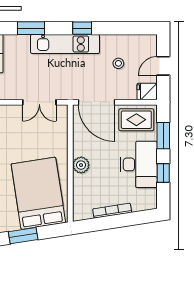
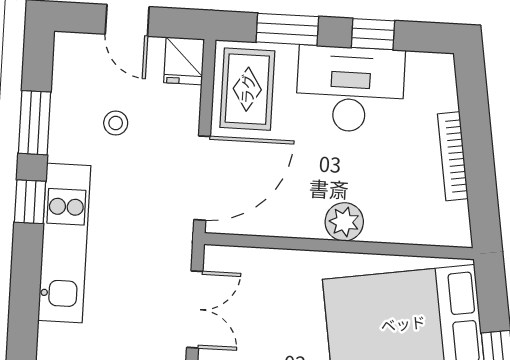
window: (31, 28) -> (34, 123), moved

